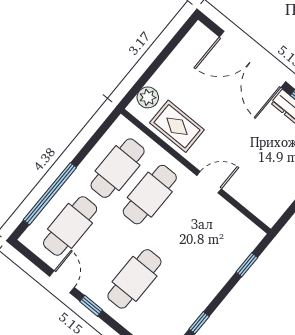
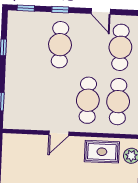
window: (91, 306) -> (60, 10), moved

